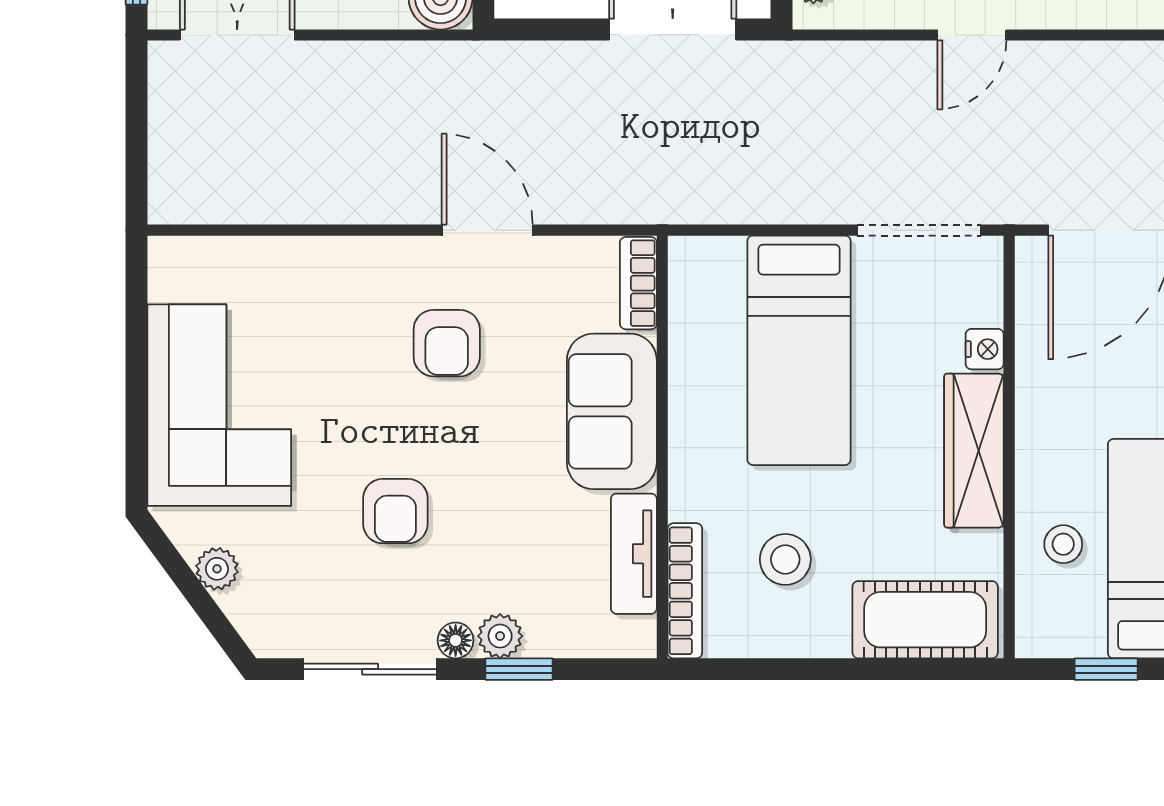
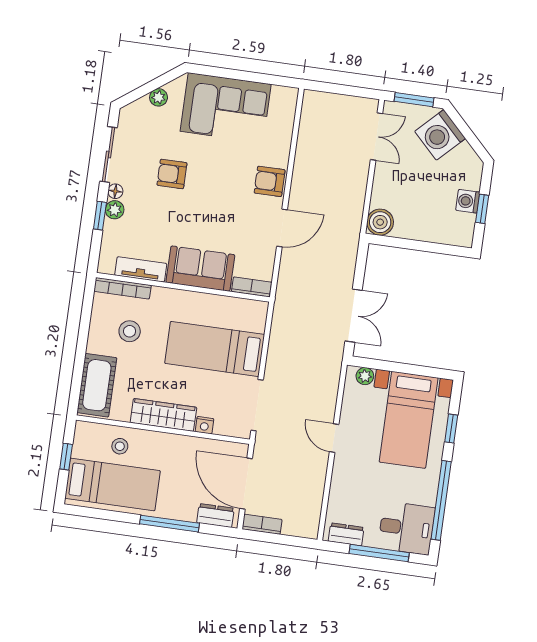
armchair: (447, 343) -> (270, 181), moved

